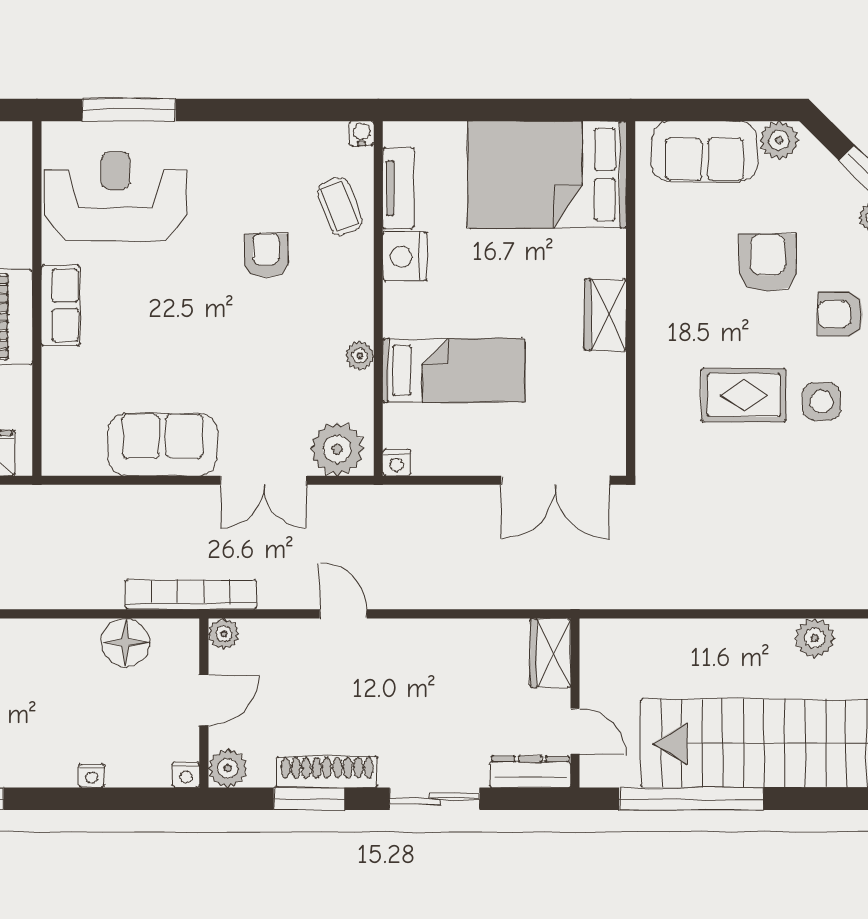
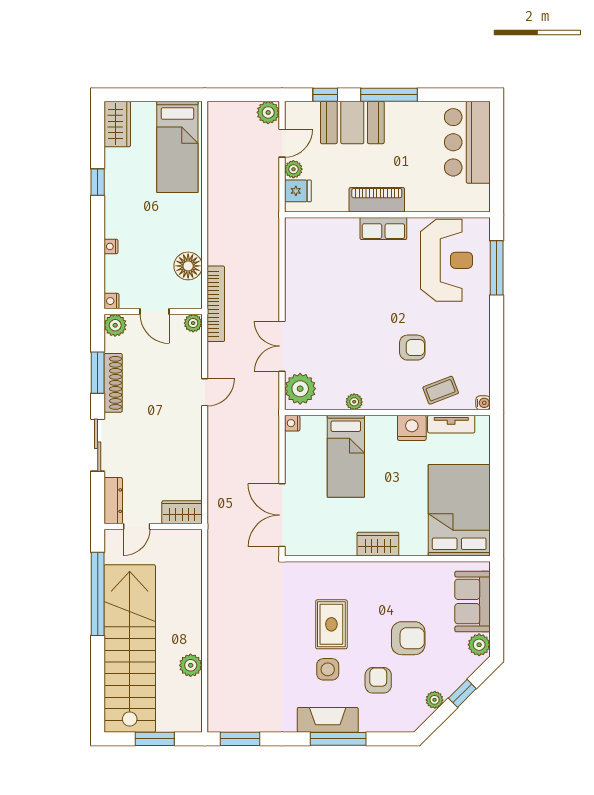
sofa: (163, 444) -> (303, 288), removed

